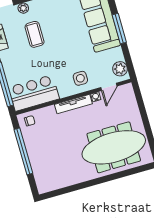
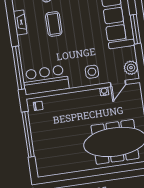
tv unit: (73, 104) -> (82, 95), removed

